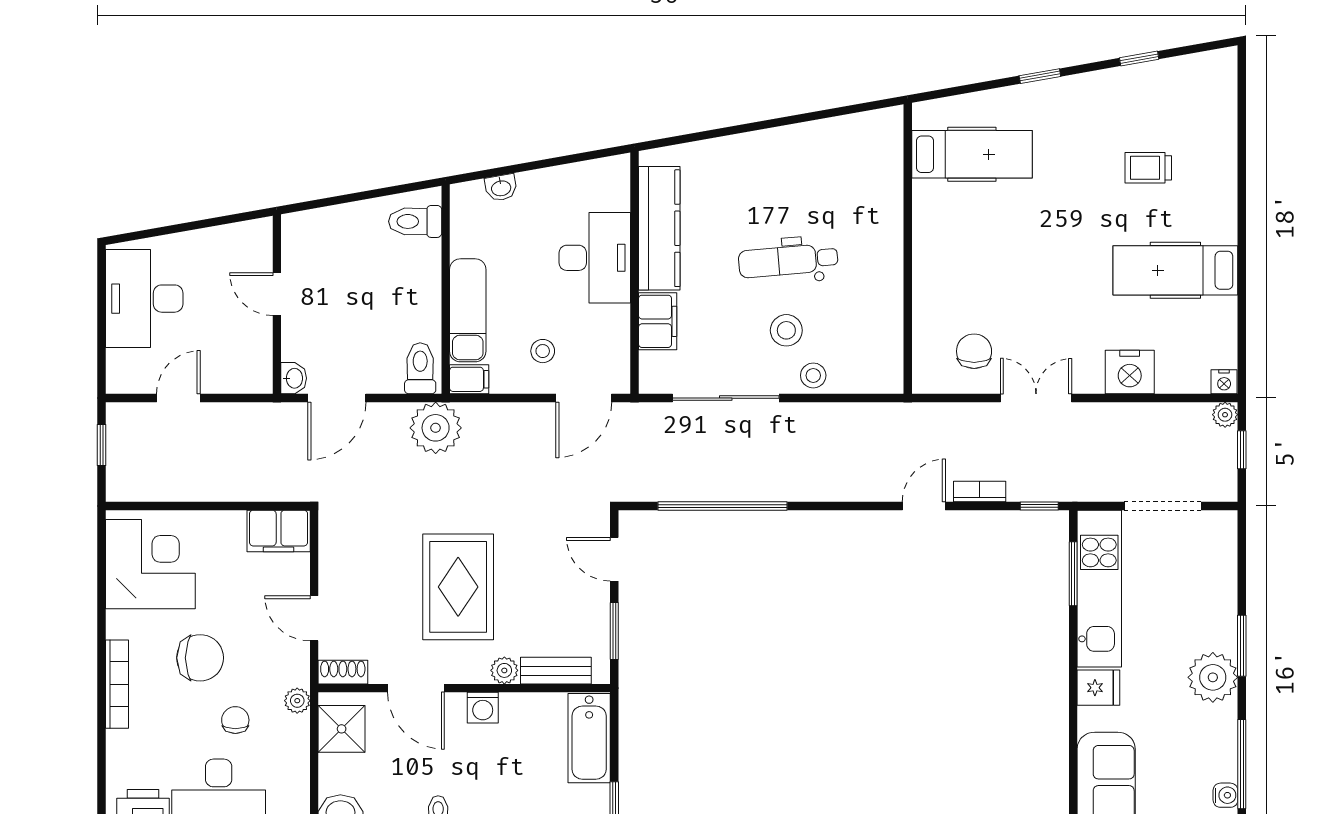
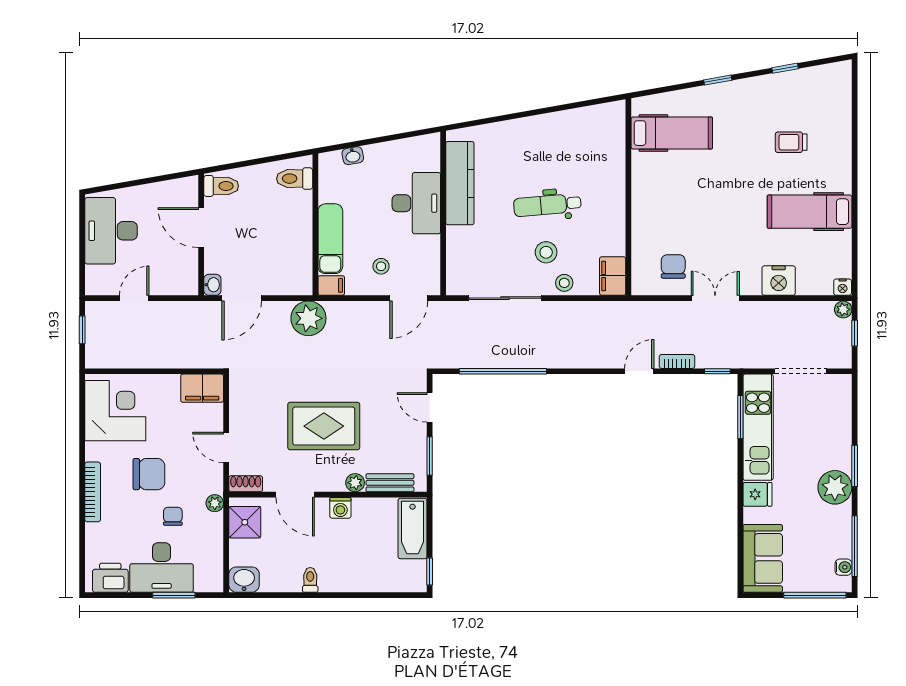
door: (277, 294) -> (201, 228), width x1.38
filing cabinet: (658, 321) -> (613, 276), moved, turned 180
toilet: (420, 368) -> (221, 186), moved, turned 90
rug: (458, 587) -> (324, 426), turned 90

